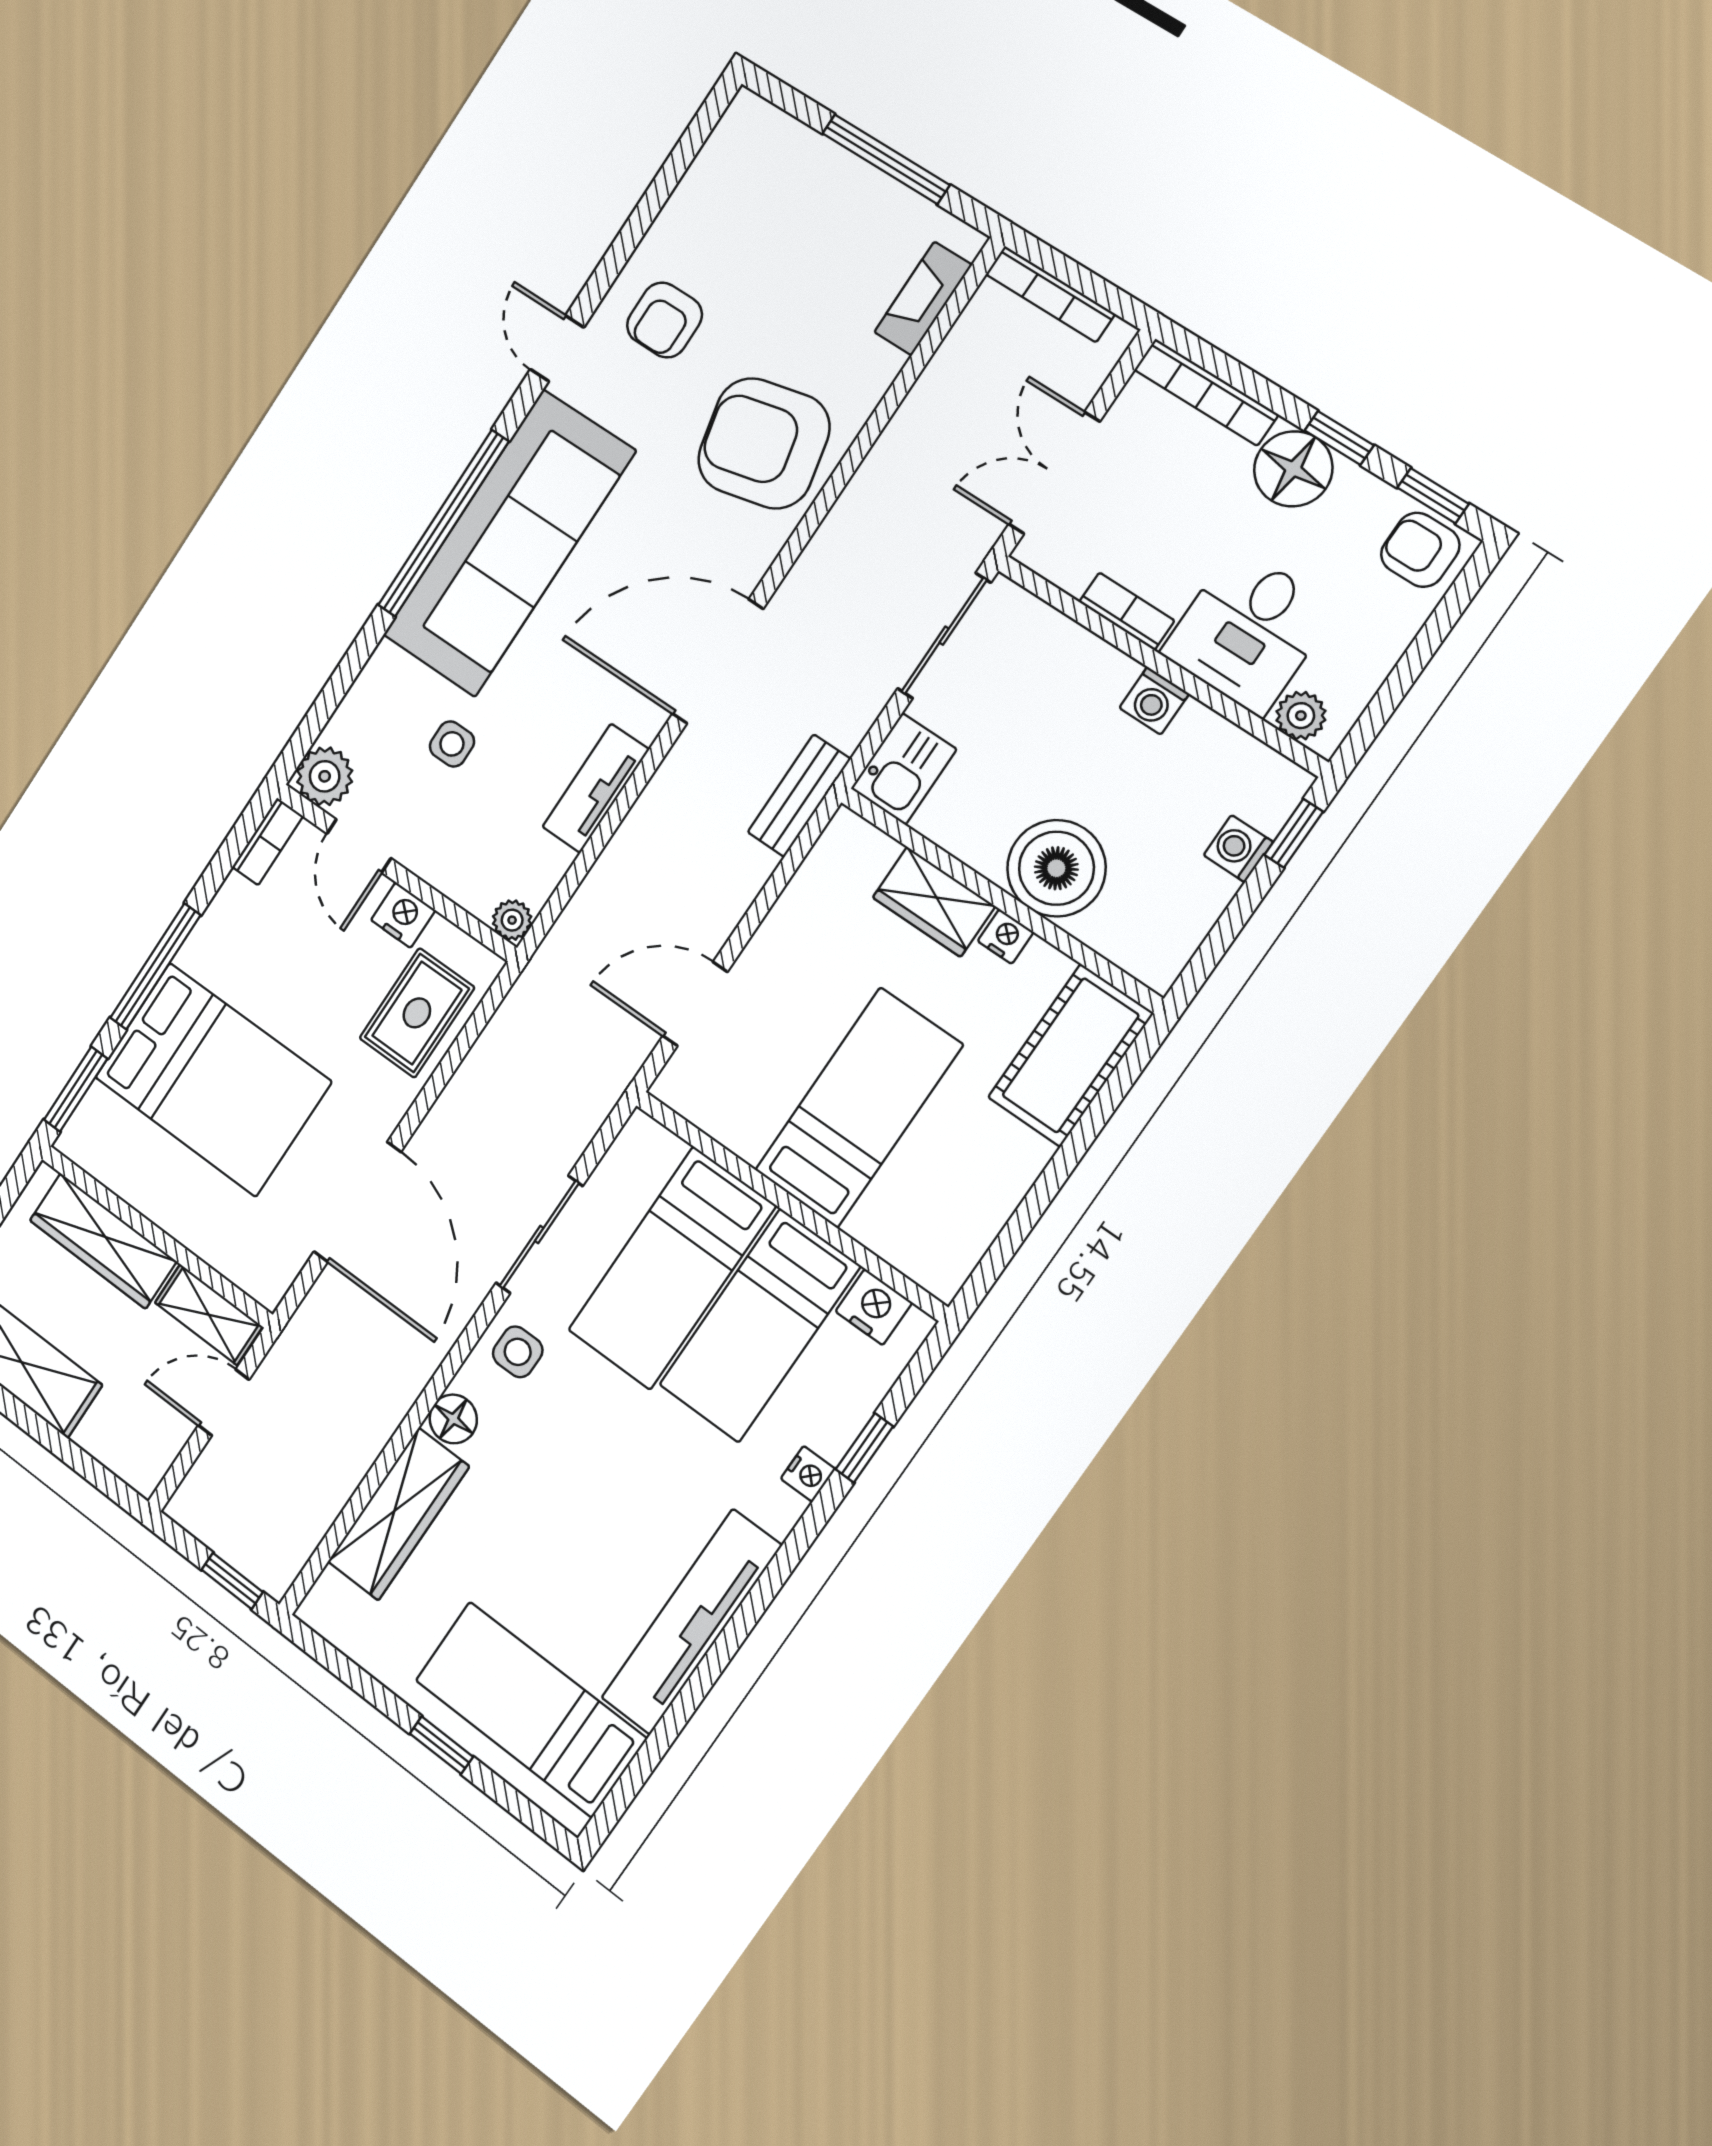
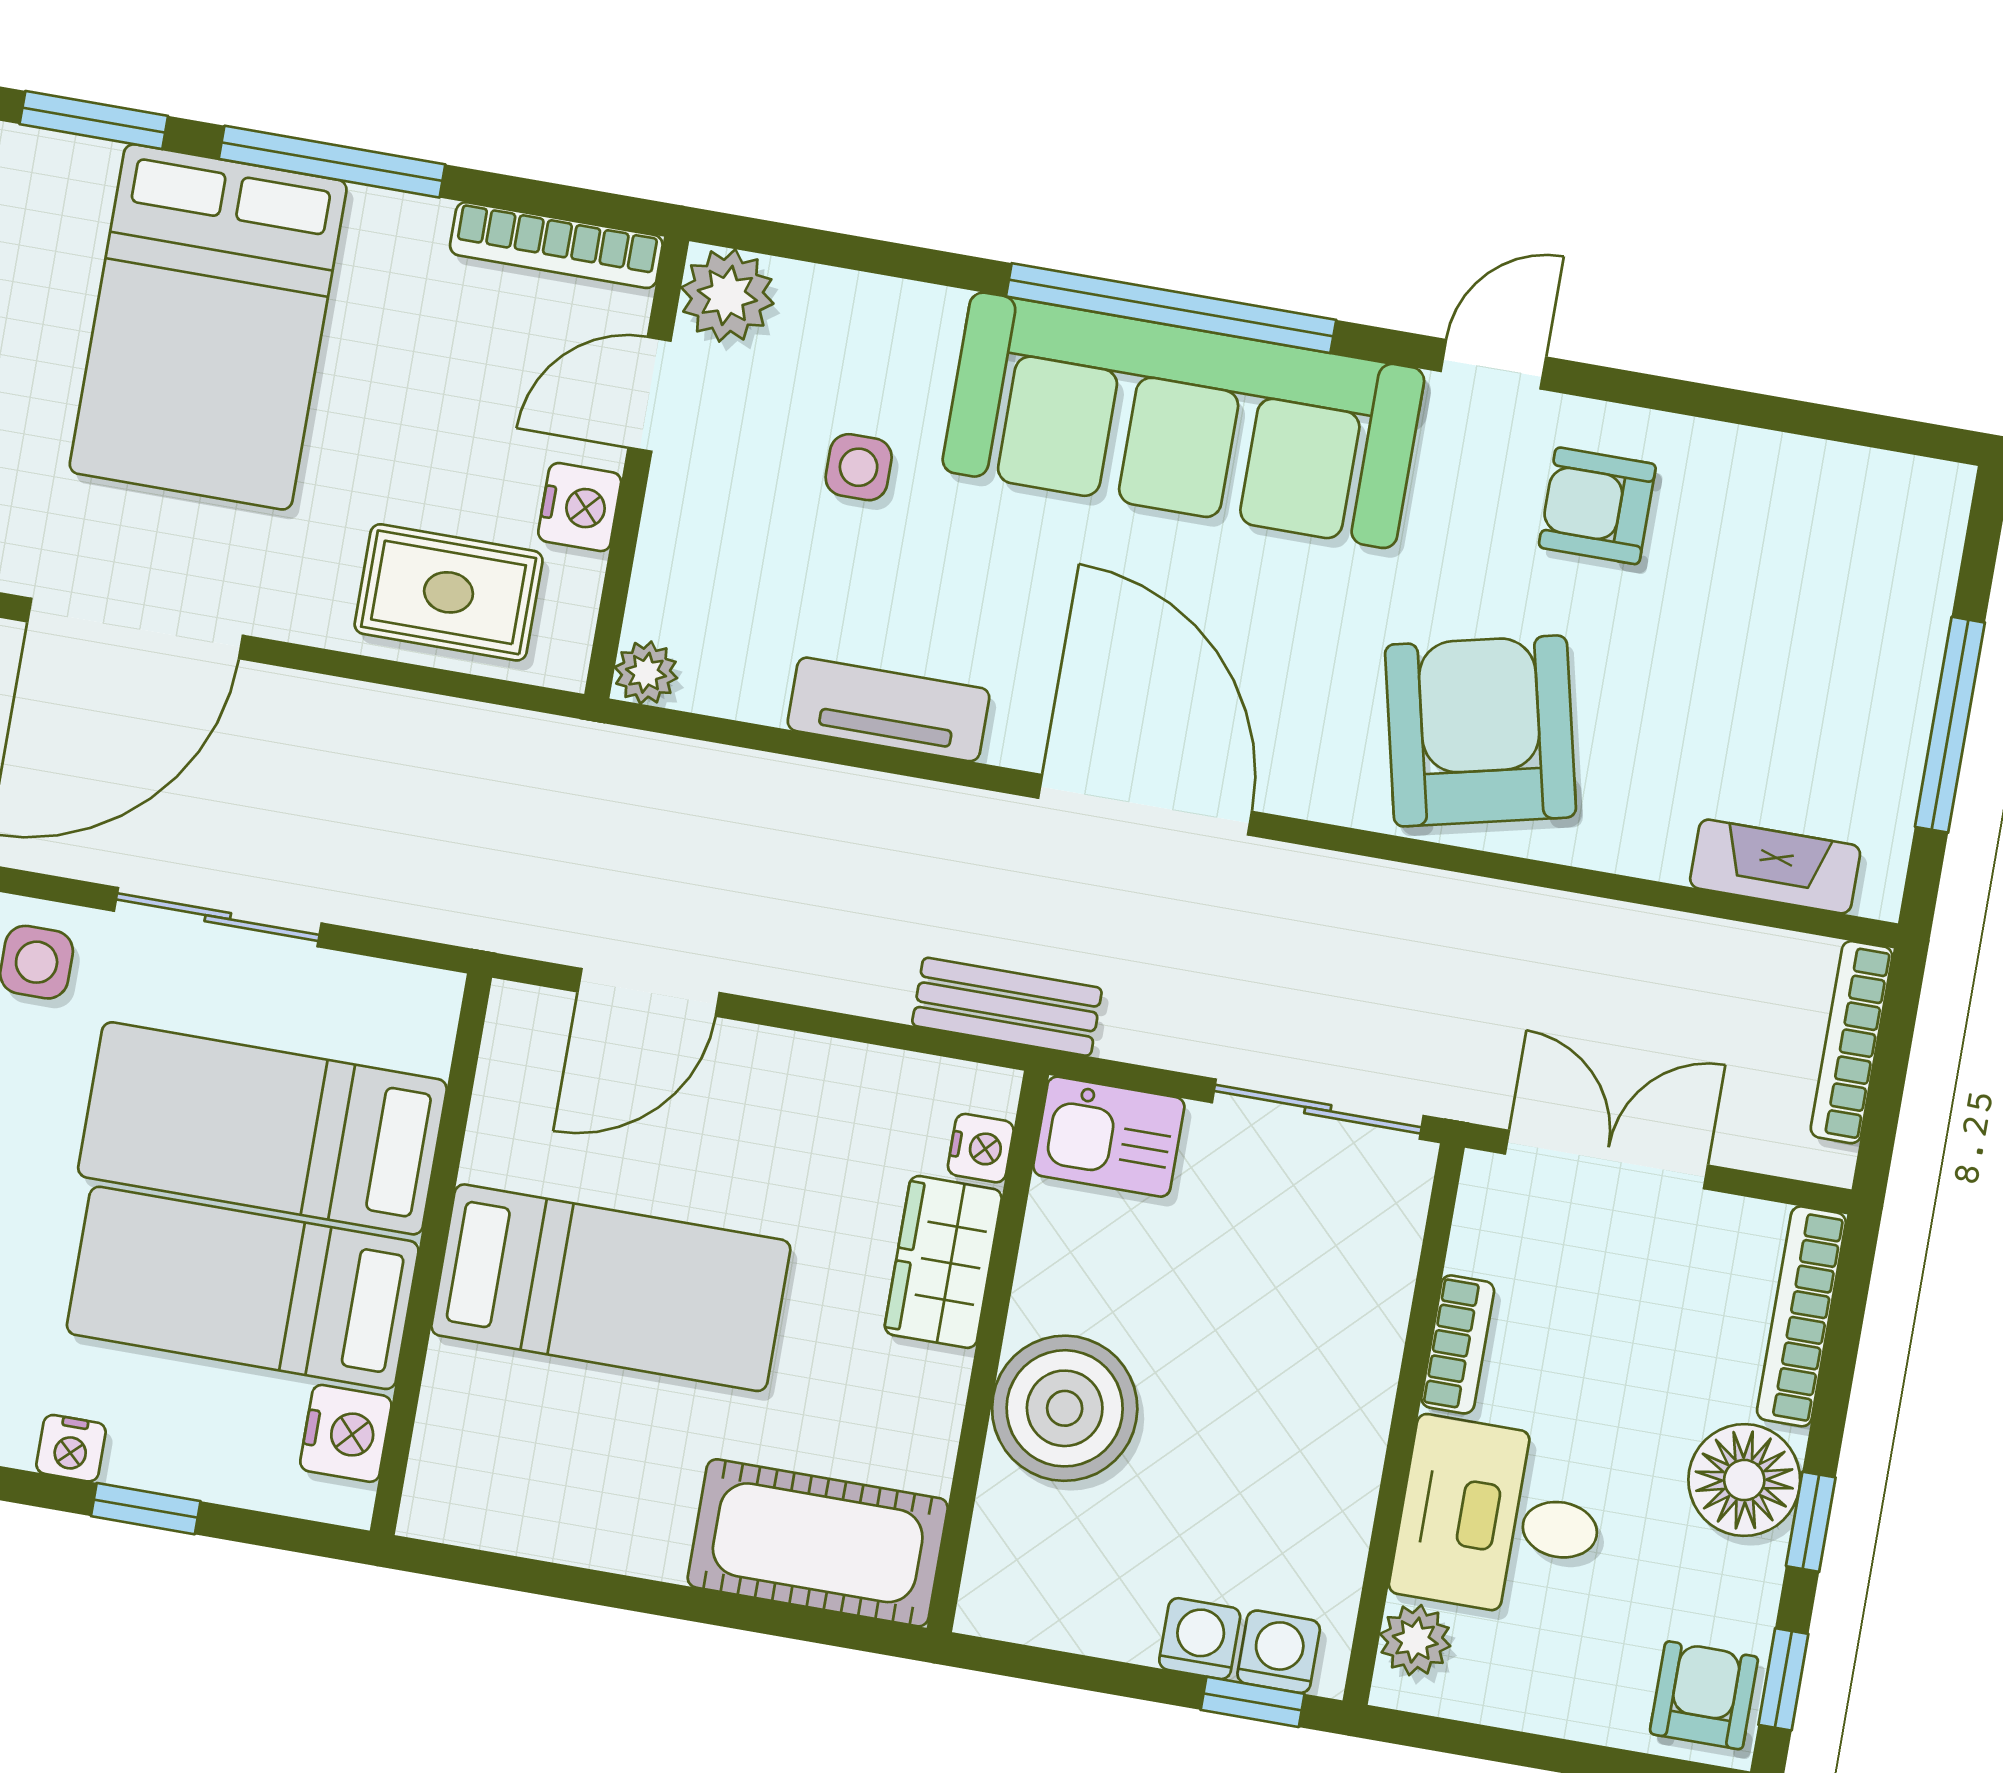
washing machine: (1154, 701) -> (1279, 1652), moved, turned 90
bookcase: (268, 842) -> (556, 245), width x1.56
nightstand: (1006, 937) -> (981, 1148), moved
door: (695, 1004) -> (649, 992), swing flipped

